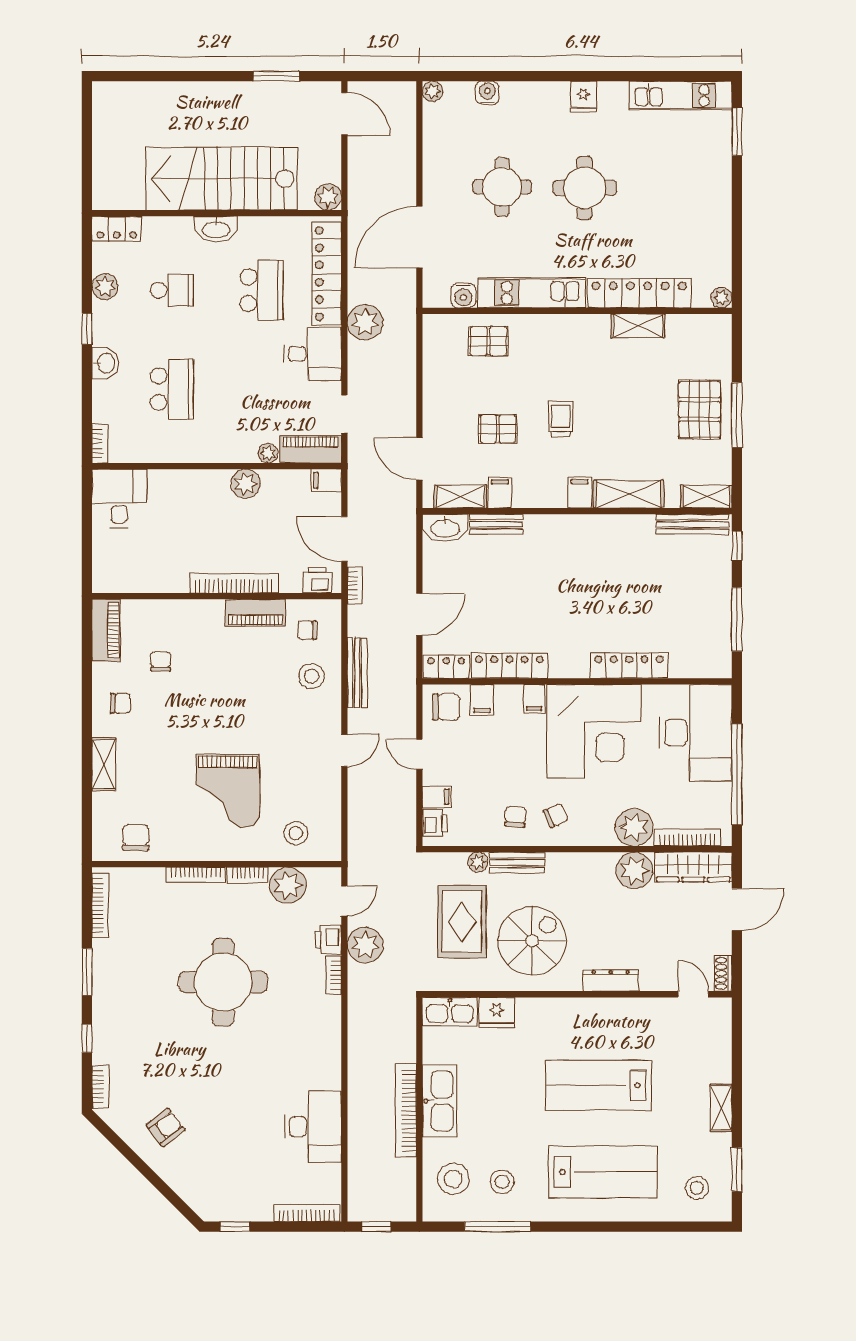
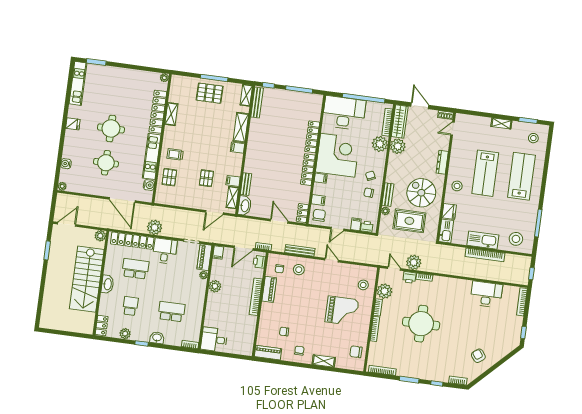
trolley: (561, 419) -> (175, 154), moved
locker: (509, 666) -> (308, 170), moved
stool: (502, 1182) -> (457, 186), moved

